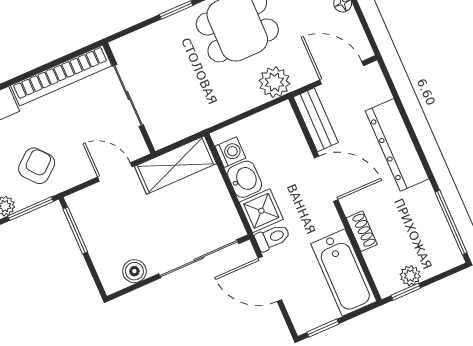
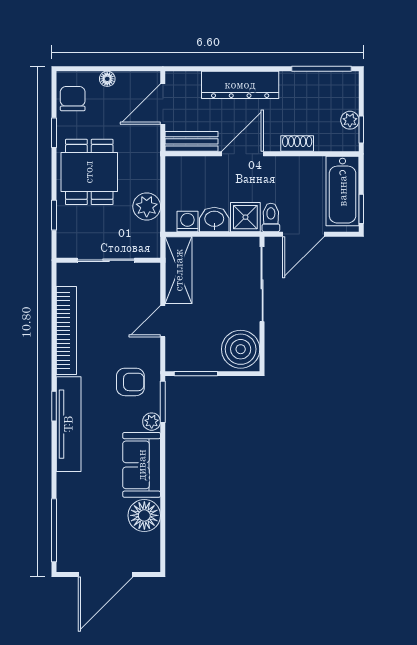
plant: (274, 82) -> (147, 207), moved
sliding door: (128, 95) -> (106, 260), moved
wall: (129, 98) -> (108, 260), moved
armchair: (37, 166) -> (130, 382), turned 130
boiler: (134, 271) -> (241, 349), width x1.86, depth x1.86
bathtub: (344, 273) -> (343, 191), moved, turned 90

